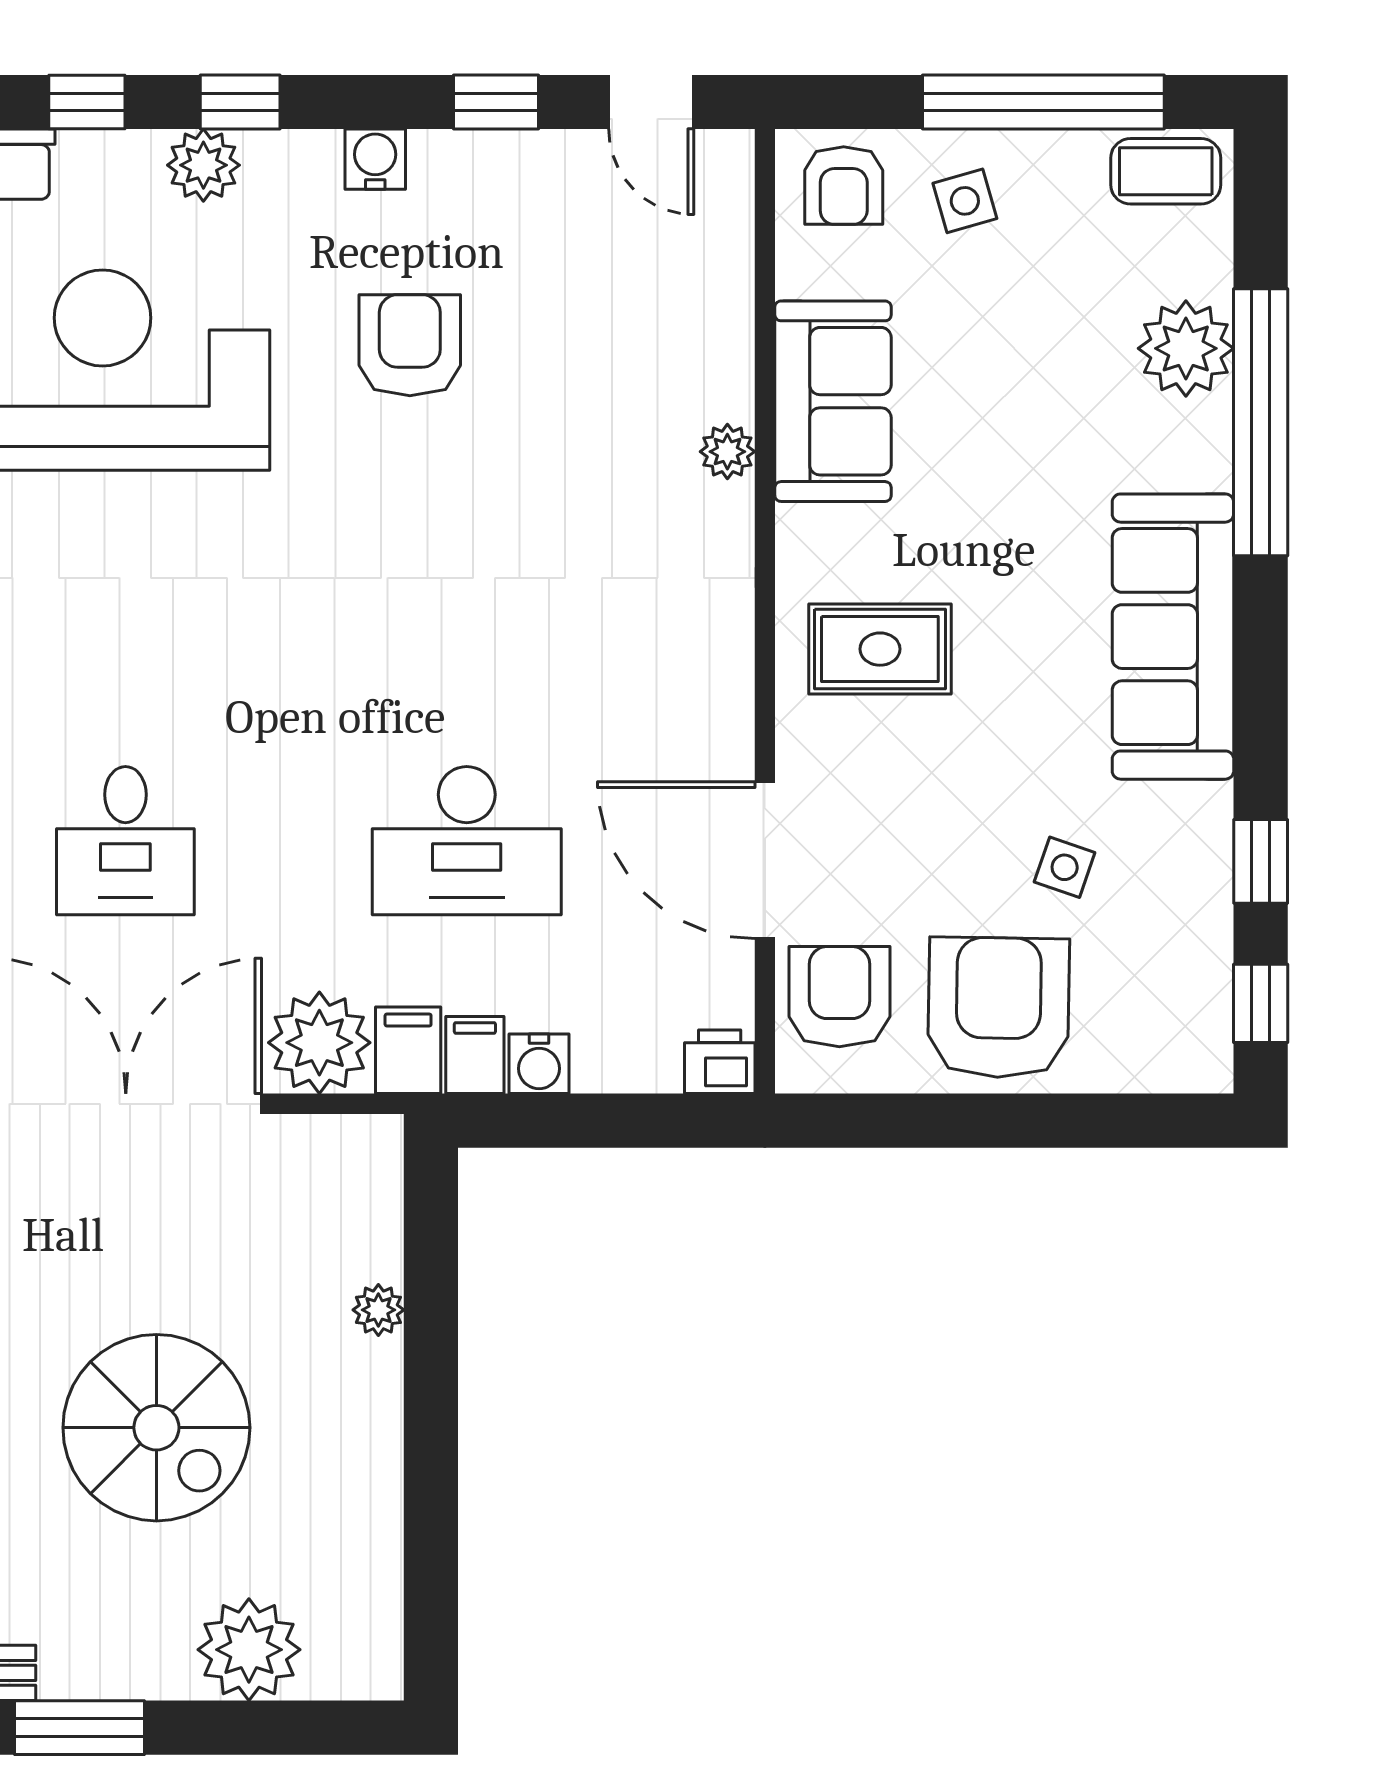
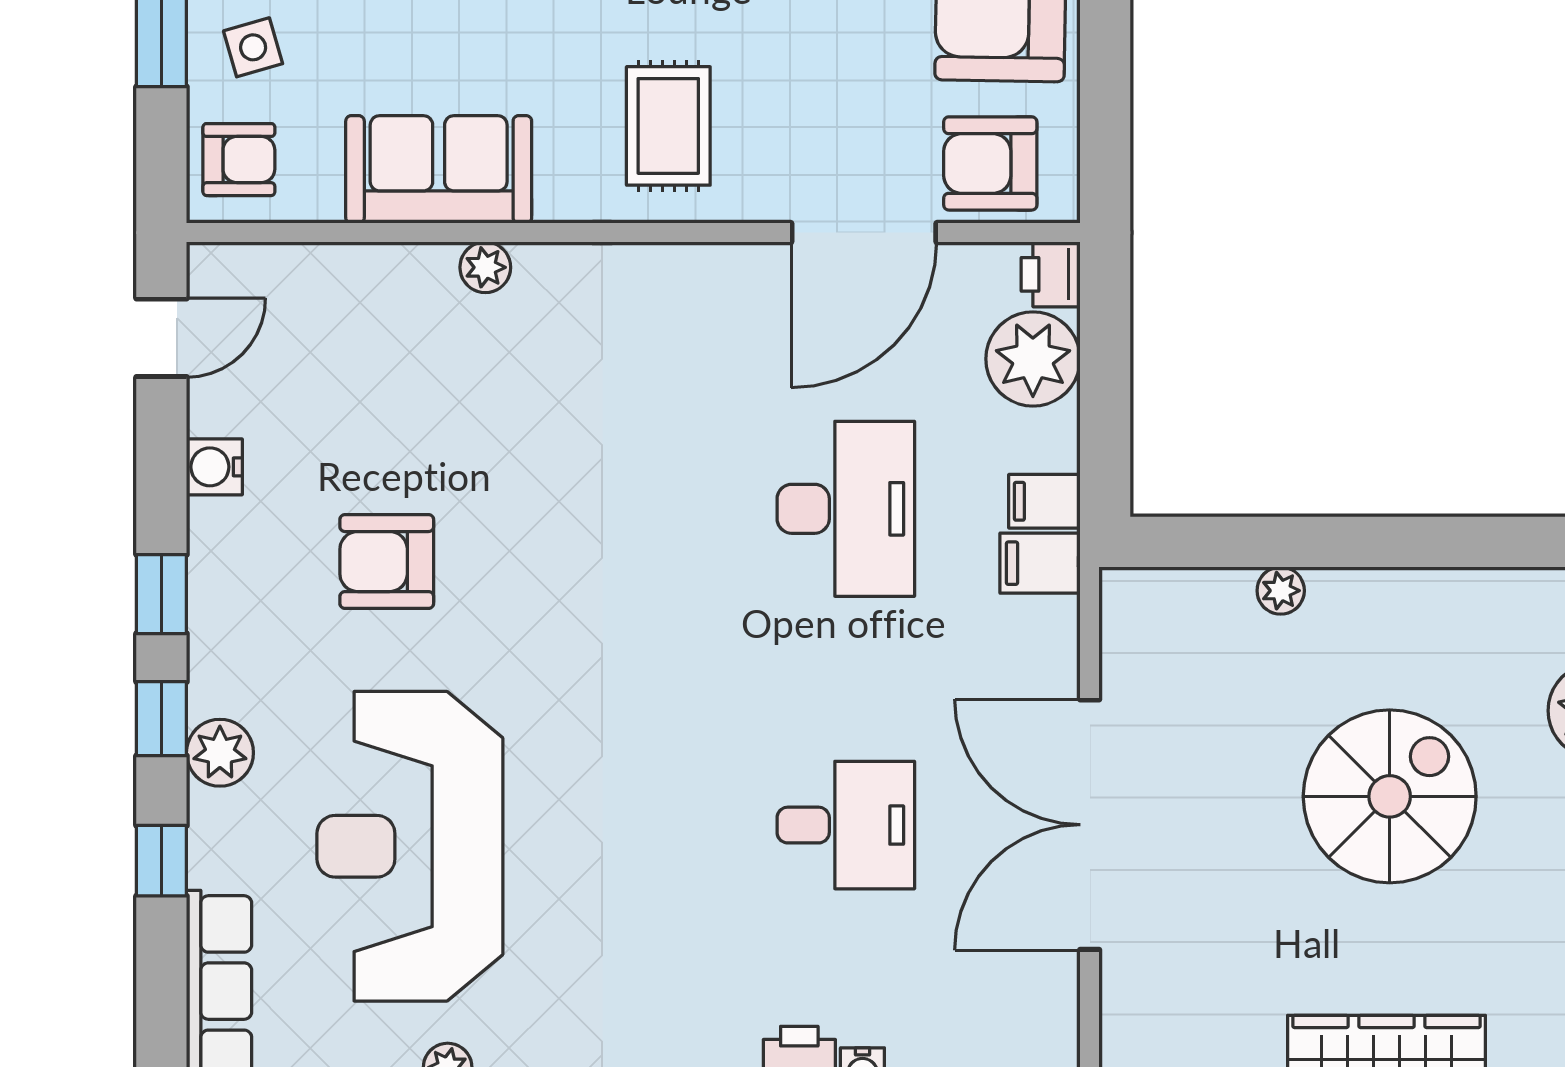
window: (496, 102) -> (161, 594), moved
water cooler: (375, 159) -> (214, 467), moved
plant: (319, 1043) -> (1033, 359), moved
water cooler: (539, 1064) -> (1053, 442), removed

